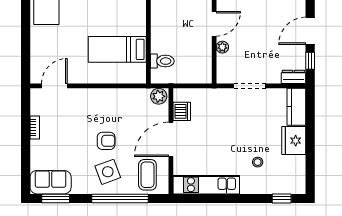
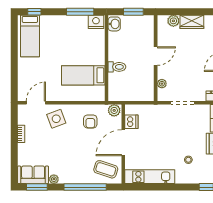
plant: (222, 47) -> (162, 84), moved
toilet: (162, 61) -> (117, 67), moved
armchair: (106, 141) -> (90, 121), moved, turned 90
side table: (108, 172) -> (56, 119), moved
coffee table: (147, 175) -> (106, 169), turned -72
plant: (78, 188) -> (54, 179), added

